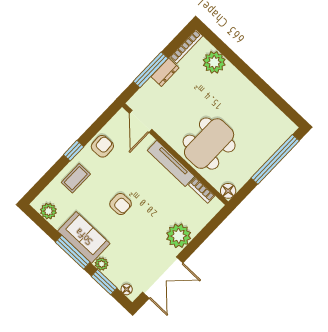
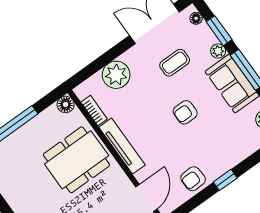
coffee table: (76, 178) -> (175, 63), moved
armchair: (121, 204) -> (185, 112), turned -90
plant: (179, 236) -> (116, 75), moved

